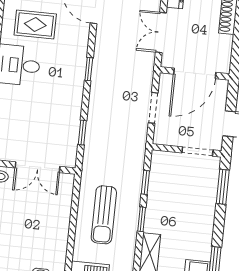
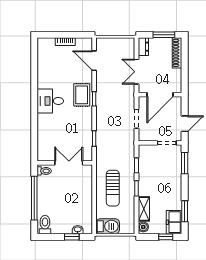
rug: (35, 24) -> (82, 95), moved, turned 90
double door: (38, 167) -> (69, 163), swing flipped

